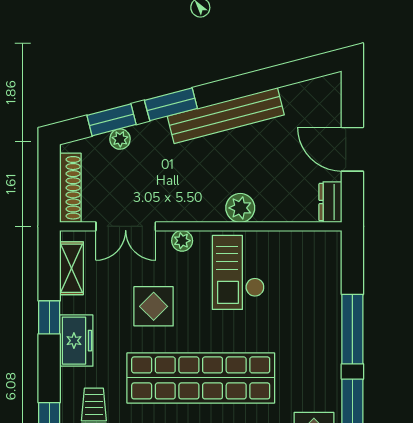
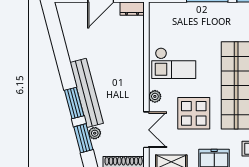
bench: (226, 116) -> (87, 93), moved
plant: (240, 208) -> (135, 62), removed
display table: (154, 306) -> (194, 113), width x1.36, depth x1.36

